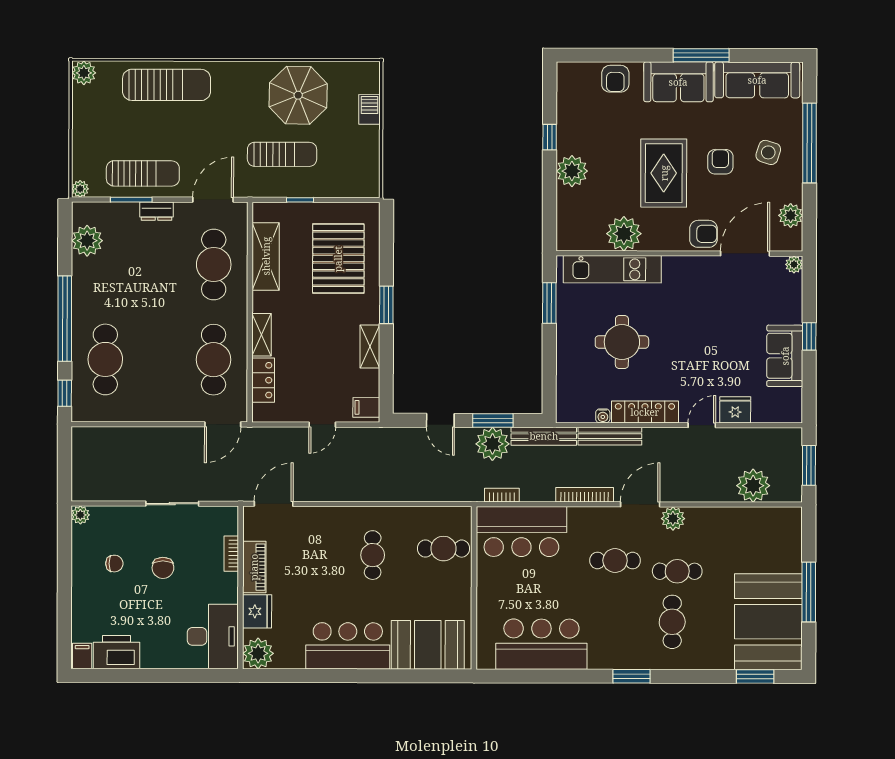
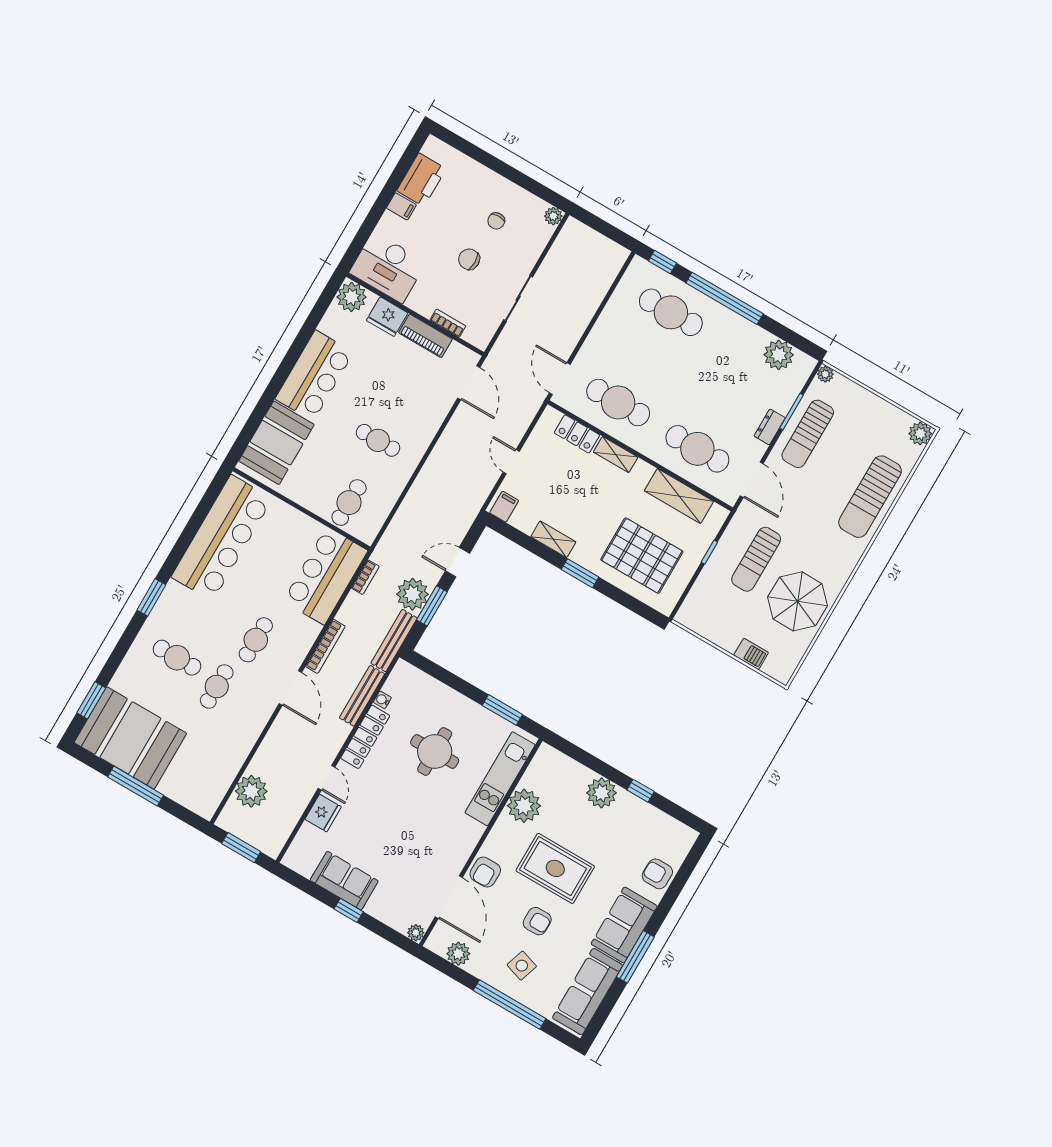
plant: (673, 519) -> (263, 708), removed
bar counter: (541, 644) -> (222, 538), width x1.36
filing cabinet: (82, 656) -> (401, 206), moved

